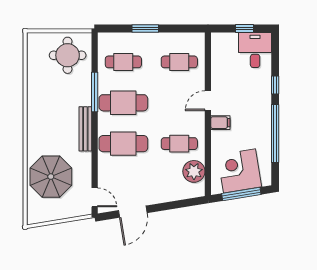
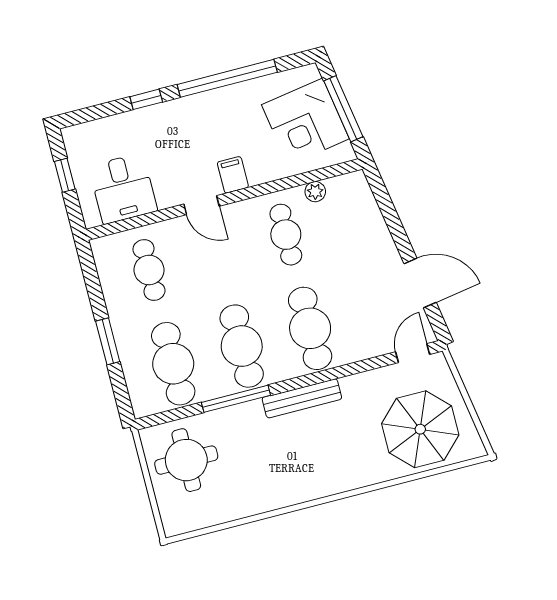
desk: (255, 50) -> (123, 188), moved, turned -90
cafe table: (123, 62) -> (173, 364), width x1.37, depth x1.35
plant: (194, 171) -> (315, 192), width x0.53, depth x0.53
parasol: (51, 177) -> (420, 429), moved

